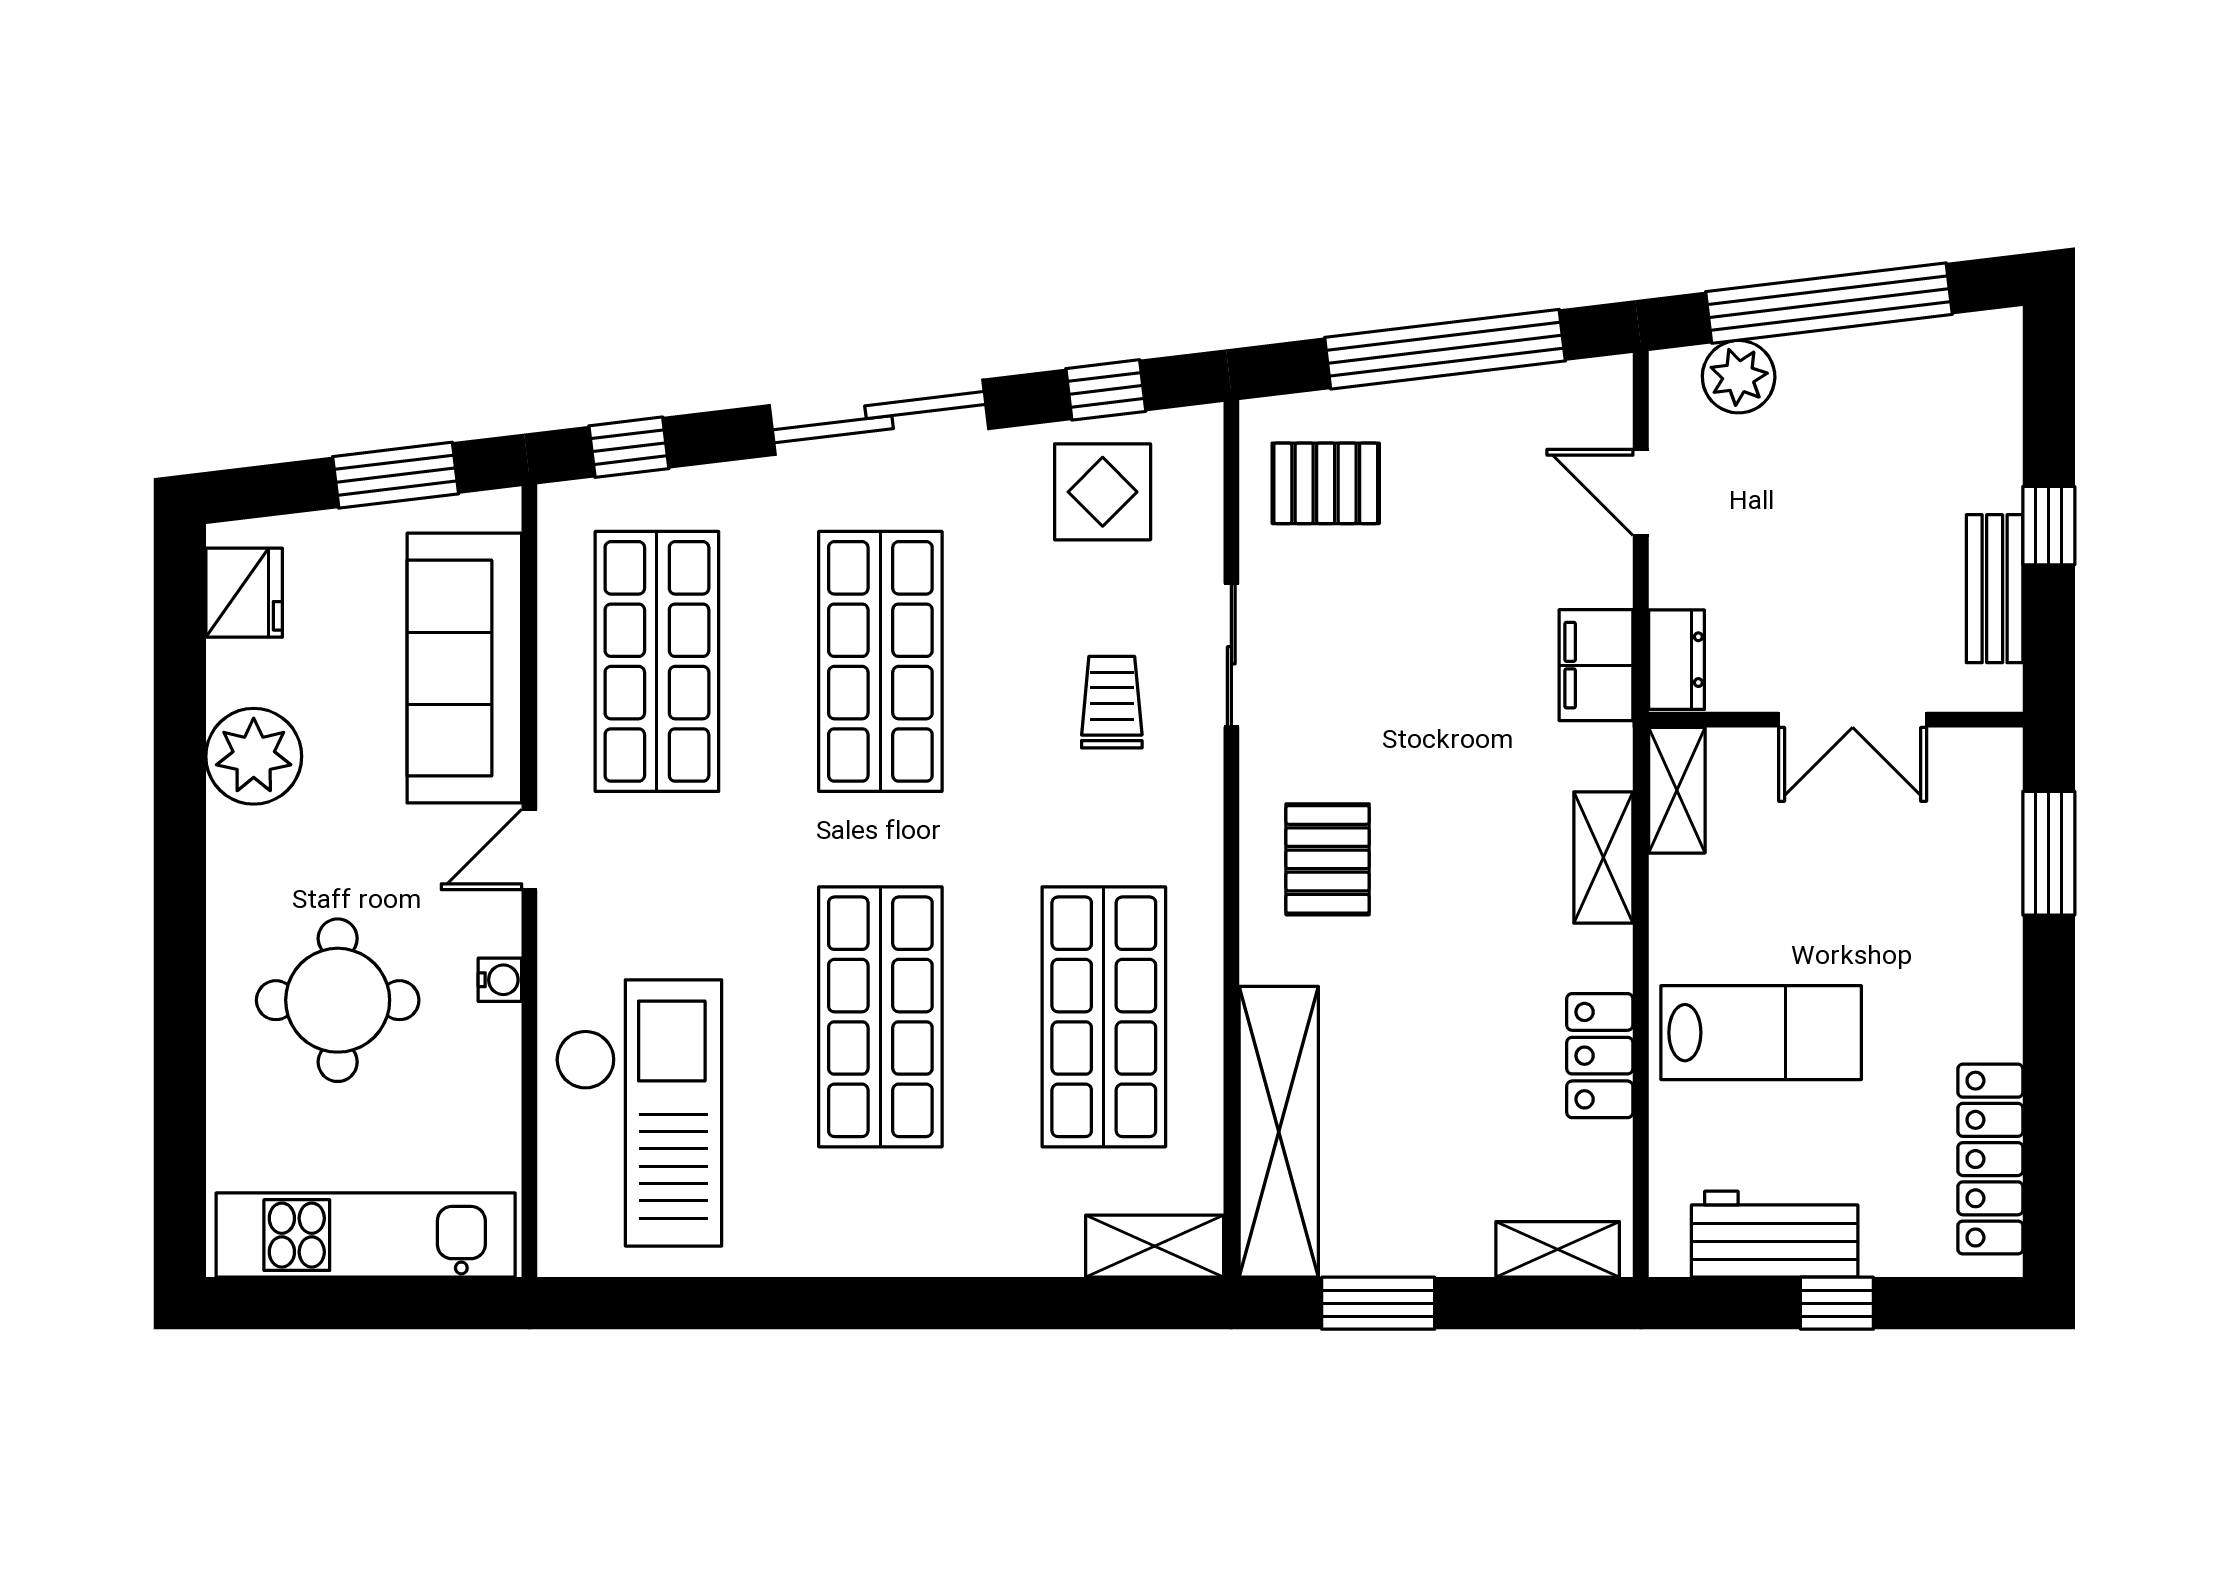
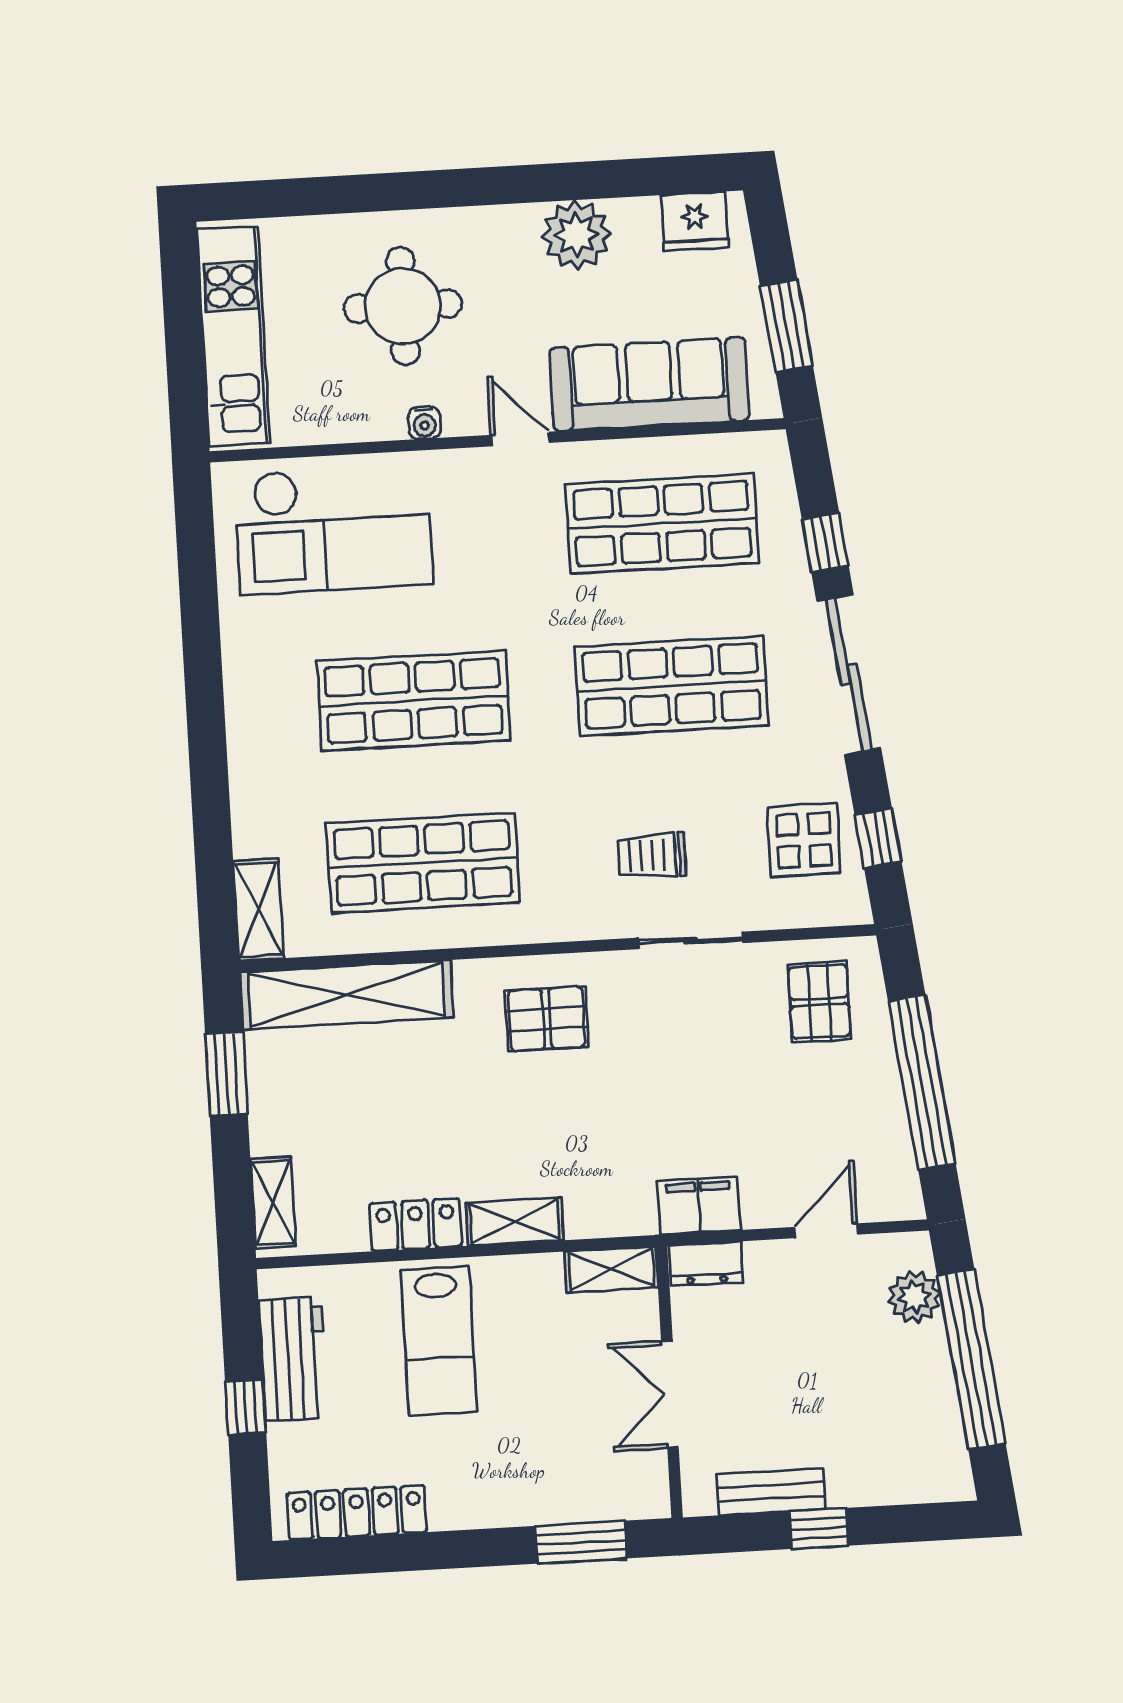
window: (629, 447) -> (825, 543), moved
trolley: (1112, 702) -> (652, 856), turned 180
shelving: (1603, 858) -> (515, 1222), moved

